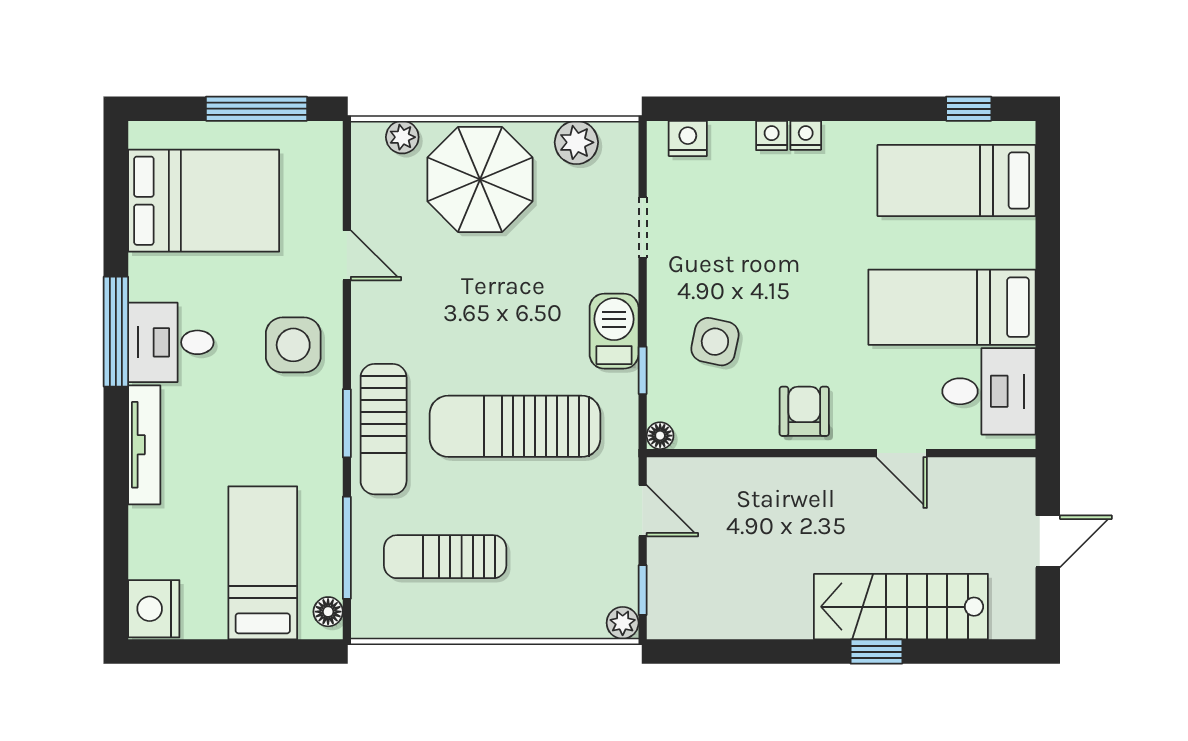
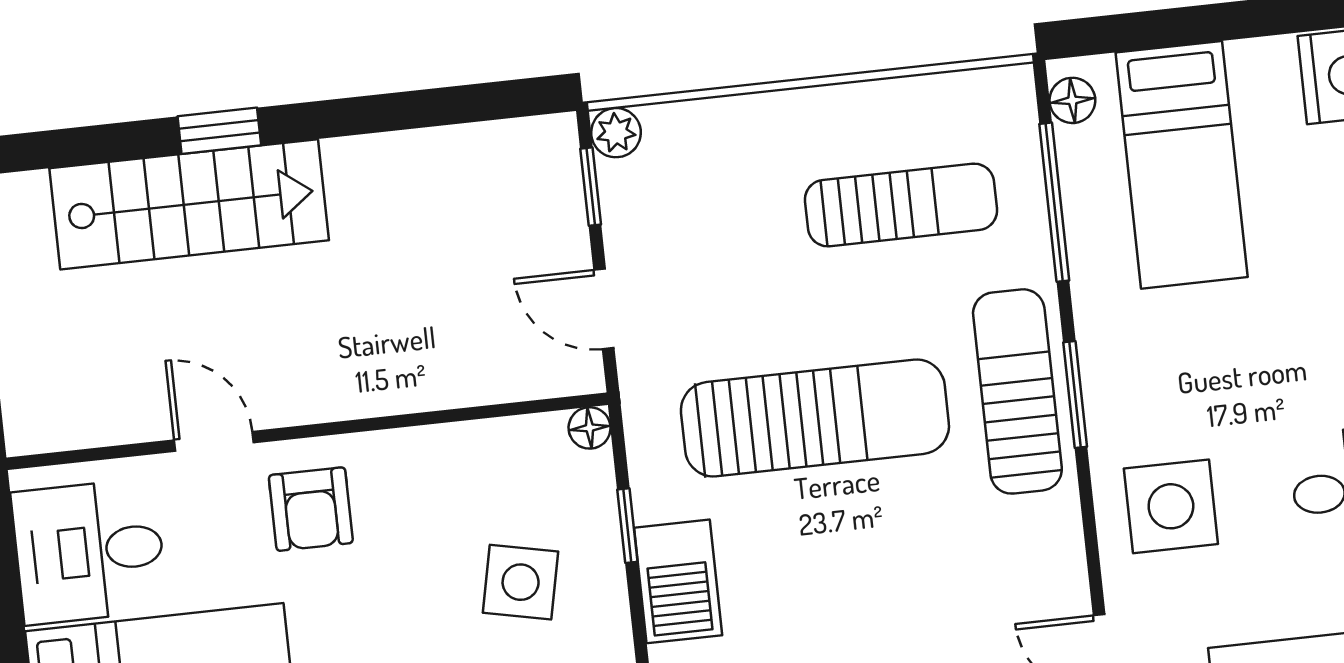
armchair: (804, 411) -> (311, 509), moved

